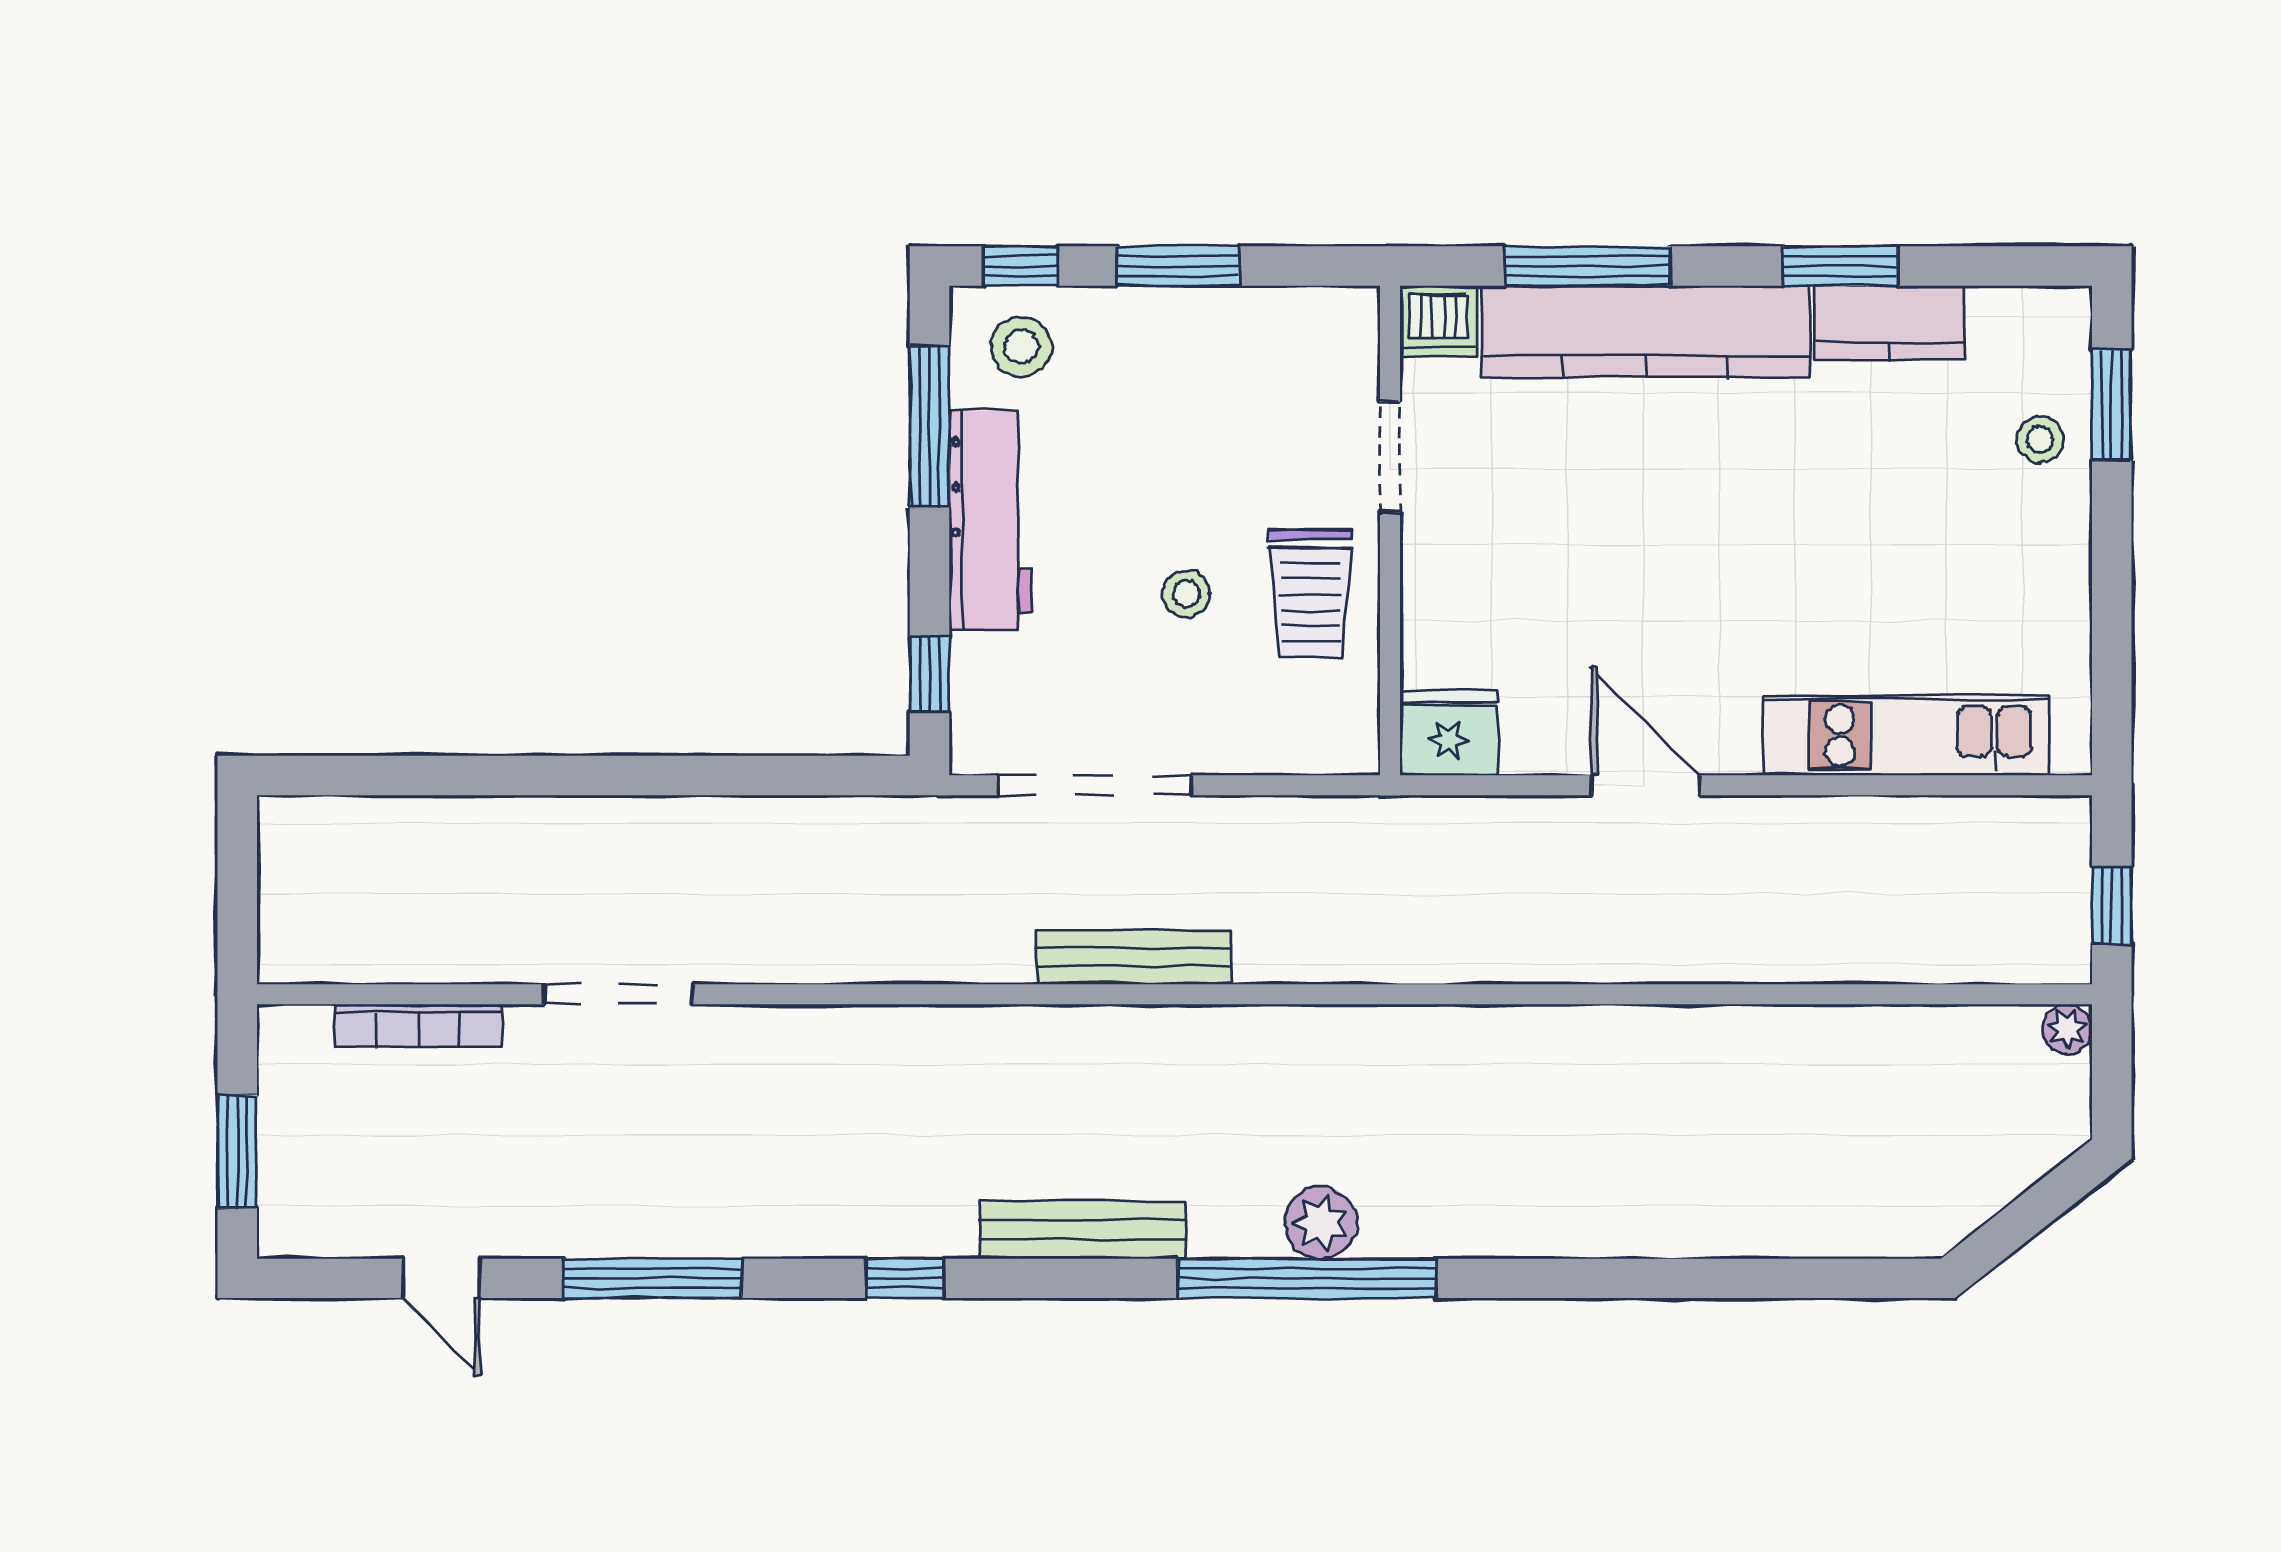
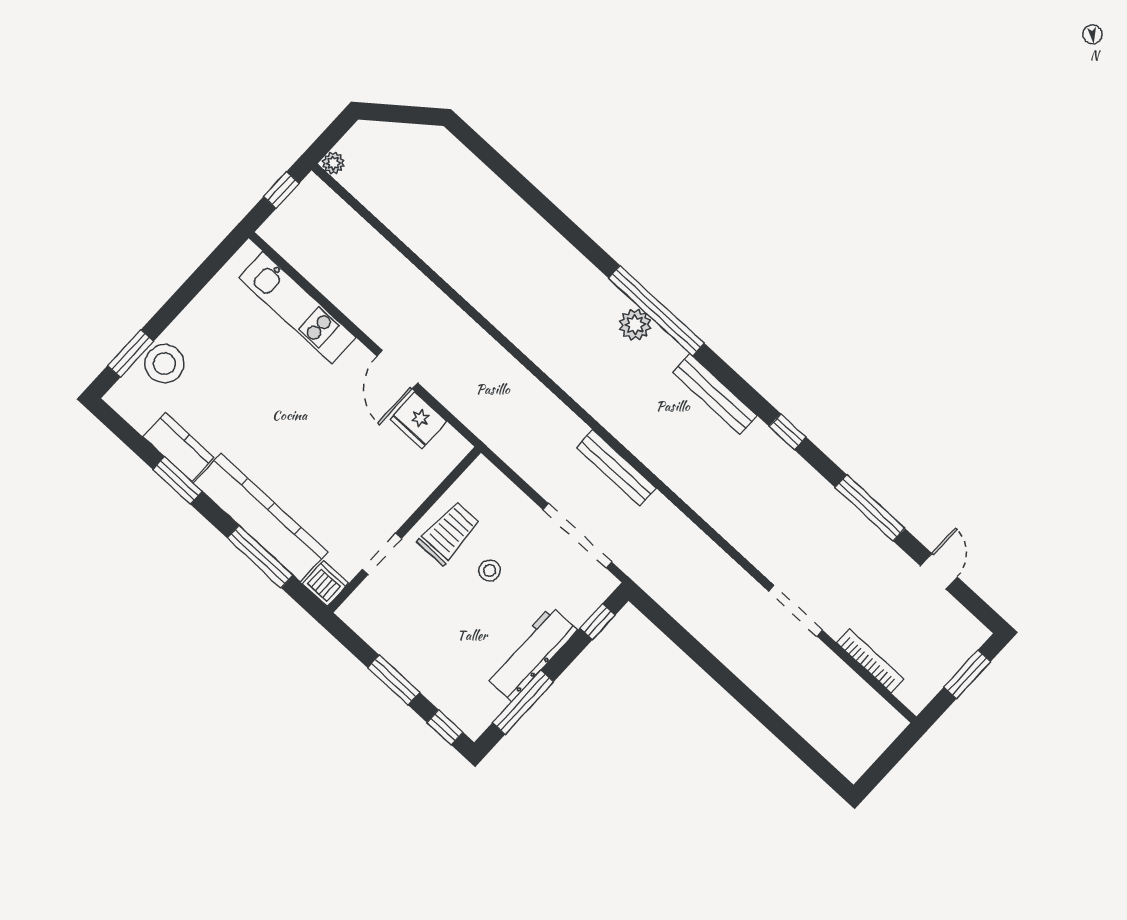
stool: (1021, 347) -> (469, 701), removed
stool: (2040, 440) -> (164, 364), width x1.89, depth x1.89
fridge: (1449, 733) -> (418, 420), moved

